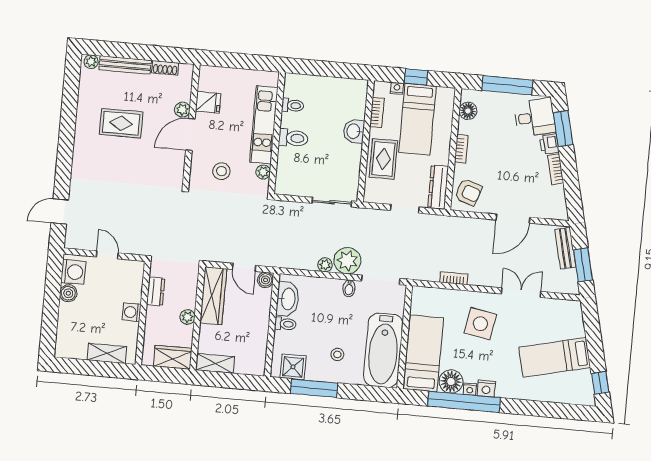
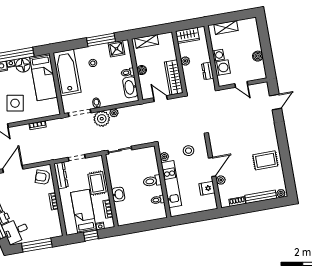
floor lamp: (468, 111) -> (56, 224), removed
rug: (121, 123) -> (265, 160), moved
washing machine: (73, 272) -> (222, 68), moved, turned 180
boiler: (265, 280) -> (142, 70), moved
shelving: (215, 363) -> (147, 41), moved

